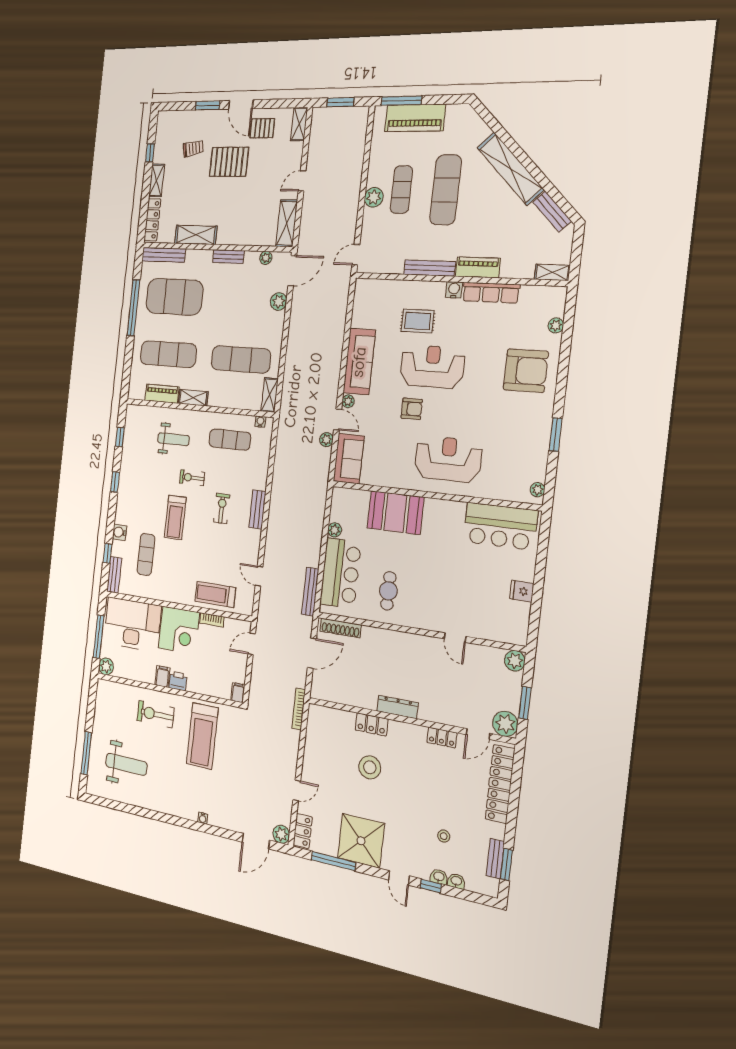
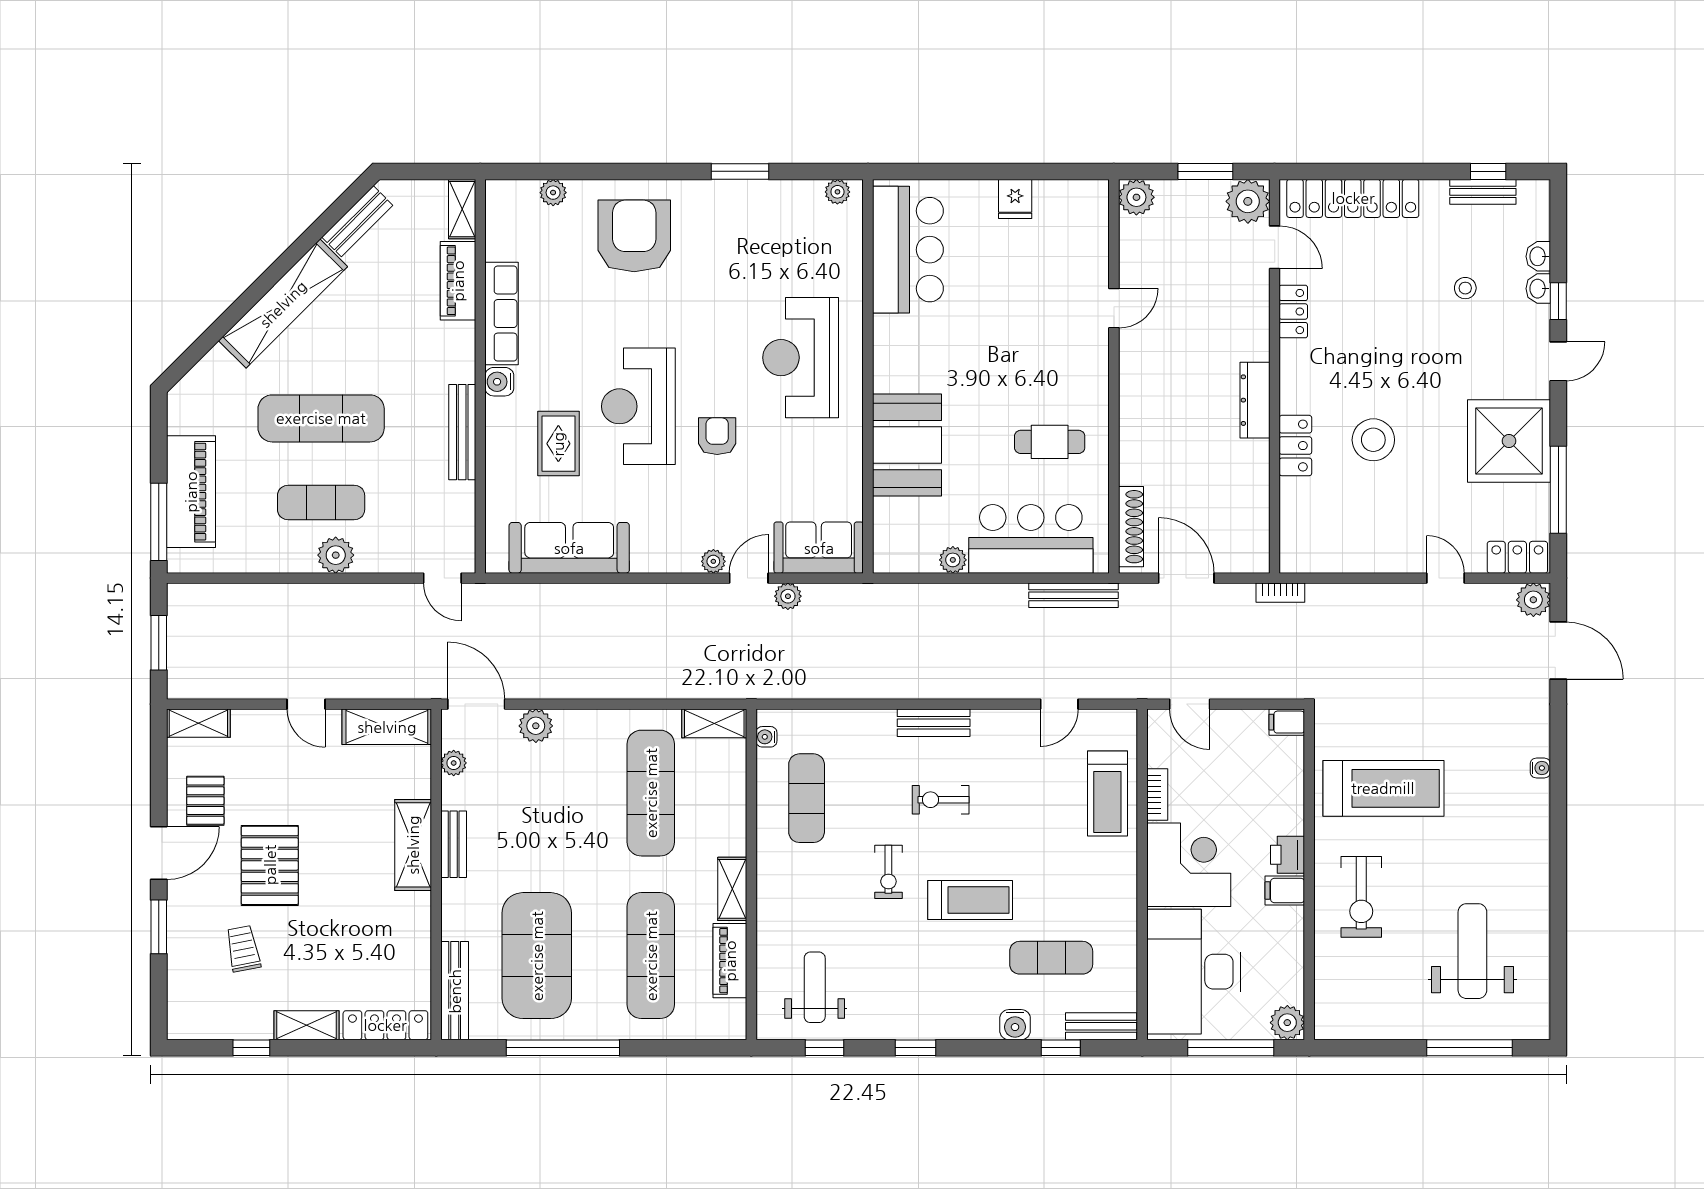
shelving: (196, 235) -> (413, 845), moved
piano: (478, 267) -> (458, 281), moved
sofa: (359, 362) -> (569, 548), moved
weight bench: (173, 439) -> (815, 987), moved
bookcase: (299, 709) -> (1280, 593), width x0.64
window: (506, 864) -> (1488, 171), width x0.67

